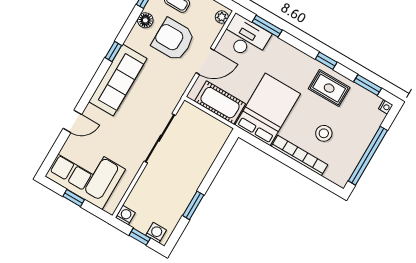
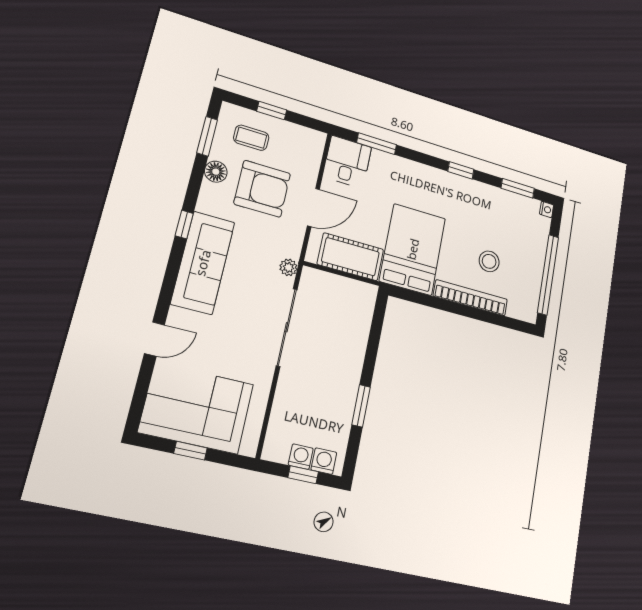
plant: (222, 17) -> (288, 267), moved
desk: (245, 37) -> (347, 162), width x0.73
armchair: (173, 40) -> (262, 189), turned 180
rug: (329, 88) -> (476, 203), removed
washing machine: (125, 215) -> (301, 457), moved

